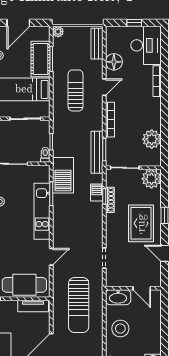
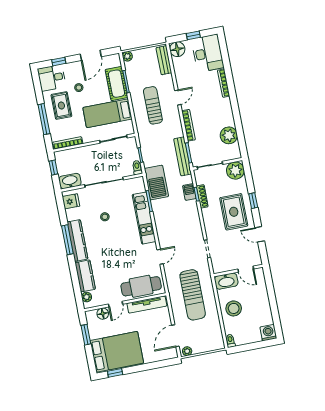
floor lamp: (114, 62) -> (177, 49), moved
tv unit: (33, 306) -> (147, 305), width x1.41

